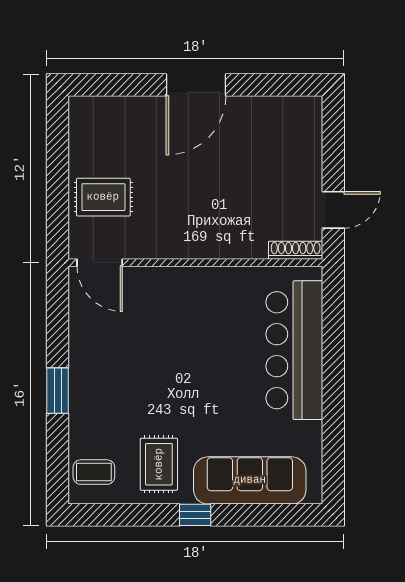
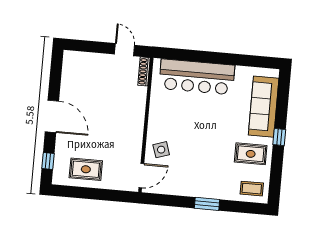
window: (111, 85) -> (48, 161), added
rug: (103, 197) -> (86, 169), moved, turned 90
side table: (152, 295) -> (161, 150), added
coffee table: (94, 472) -> (252, 189), turned 90

